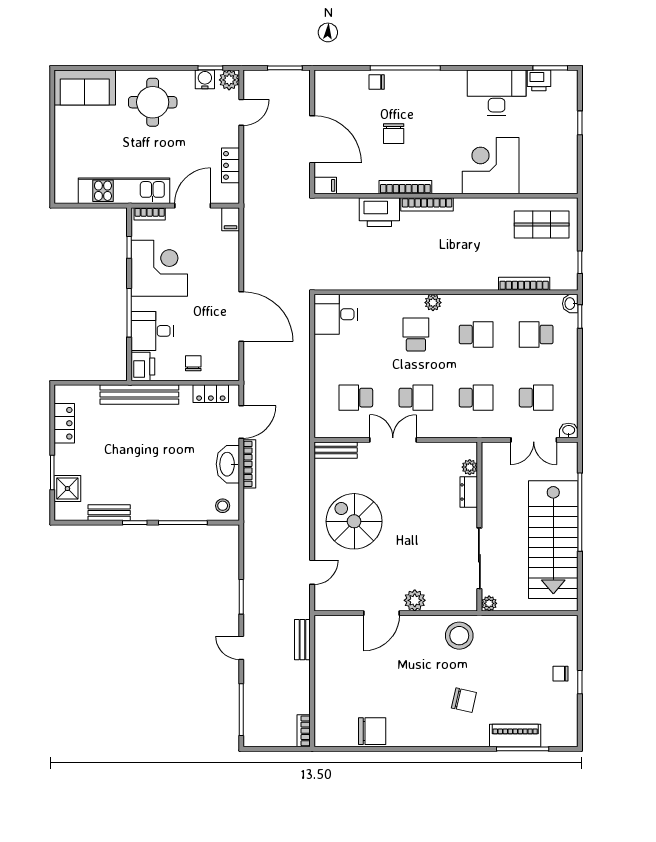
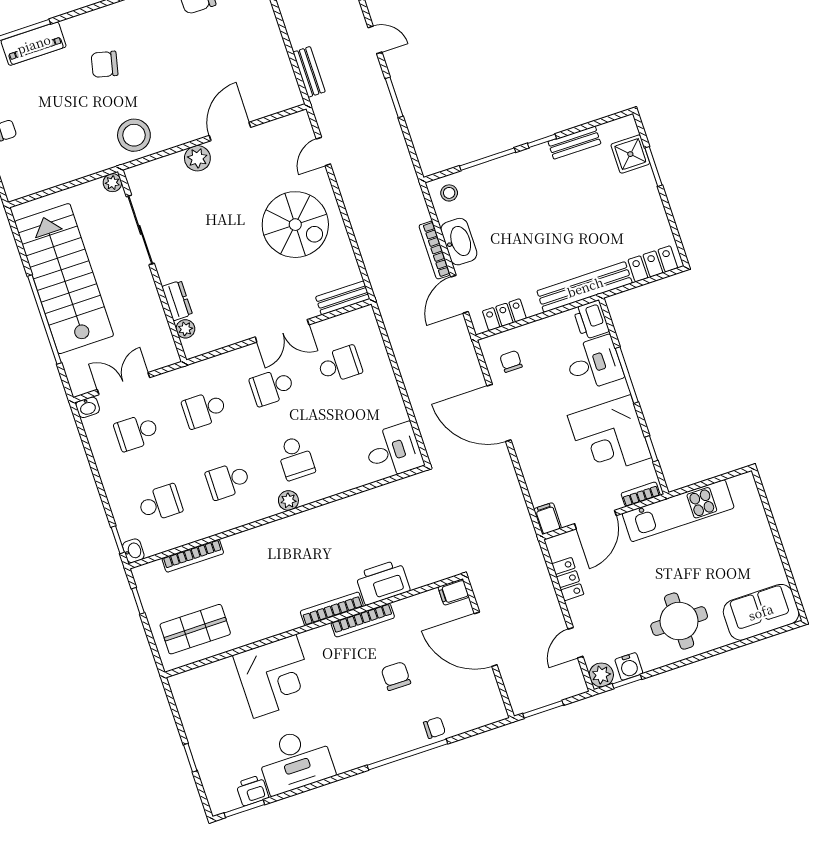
chair: (193, 363) -> (511, 361), moved, turned 180
locker: (64, 423) -> (653, 264), moved, turned 90

